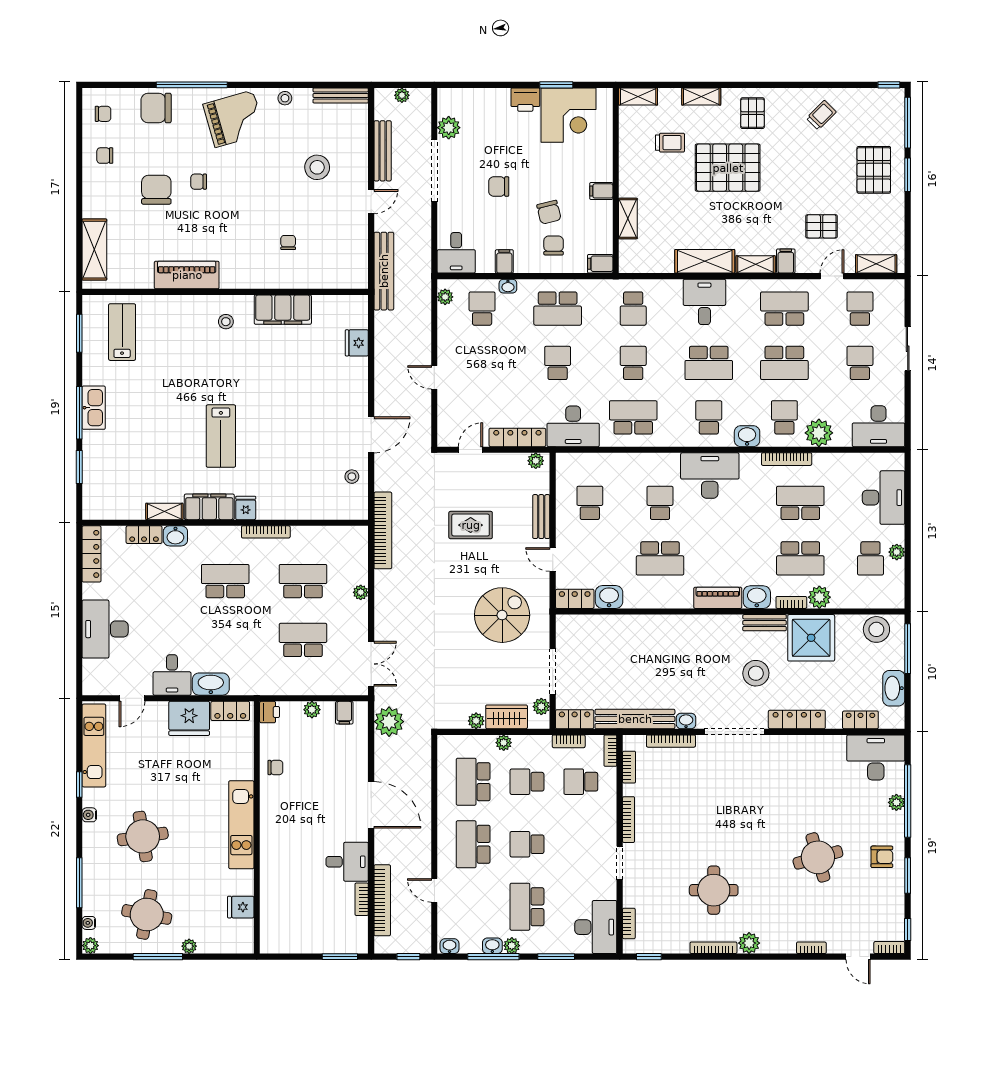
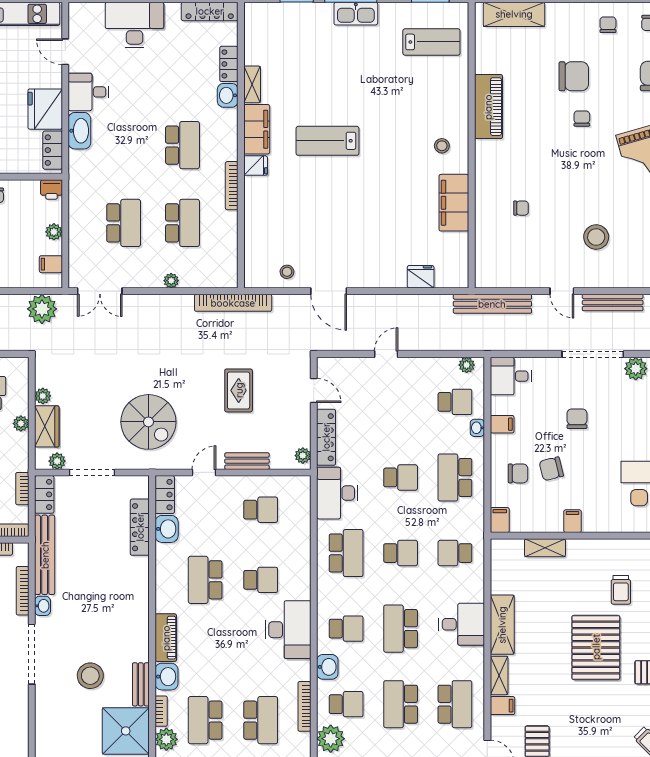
locker: (797, 719) -> (140, 527), moved, turned 180

